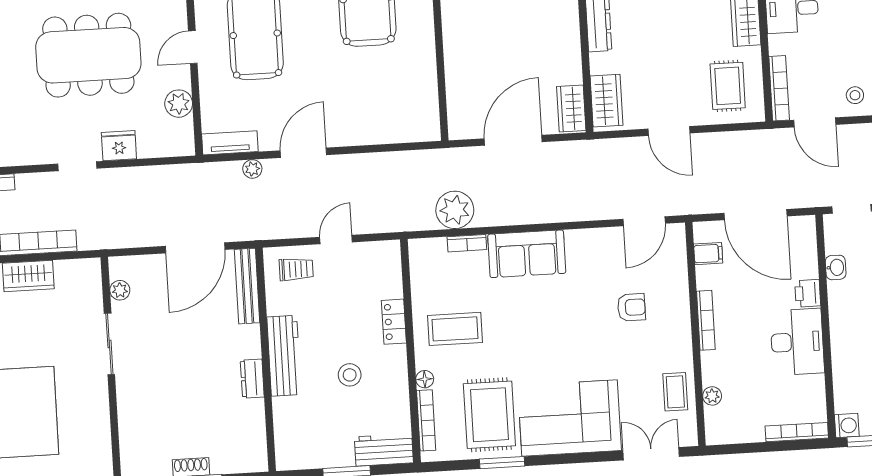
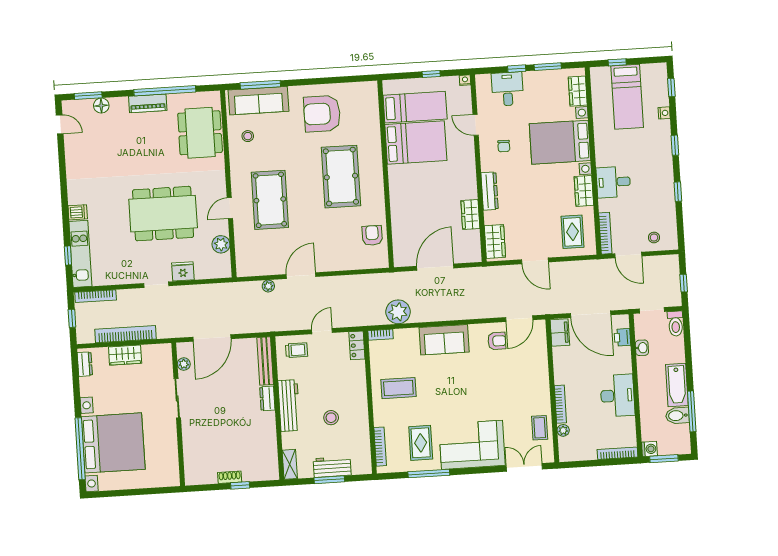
armchair: (415, 90) -> (372, 235), added
wardrobe: (571, 108) -> (470, 215), moved
tv unit: (230, 143) -> (254, 269), removed
bookcase: (467, 243) -> (380, 335), moved
door: (195, 248) -> (212, 338), moved
filing cabinet: (708, 254) -> (560, 332), width x2.00
printer: (808, 293) -> (622, 337), moved
armchair: (631, 307) -> (497, 341), moved
bookcase: (706, 320) -> (560, 404), moved
locker: (394, 322) -> (357, 345), moved
dresser: (252, 379) -> (267, 398), moved
floor lamp: (425, 379) -> (379, 420), removed
rug: (489, 415) -> (421, 443), width x0.73, depth x0.70
shelving: (285, 448) -> (290, 464), added
workbench: (384, 450) -> (332, 467), moved
window: (502, 463) -> (429, 473), width x1.44

